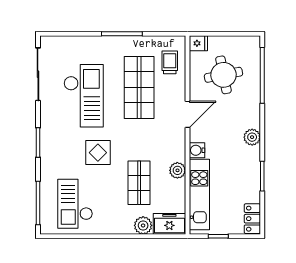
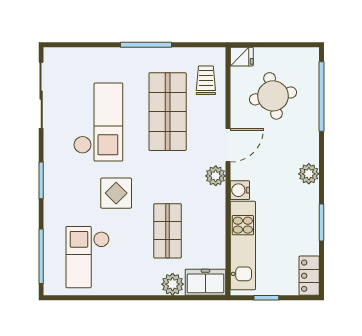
plant: (177, 170) -> (216, 176), moved

